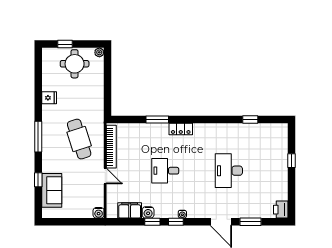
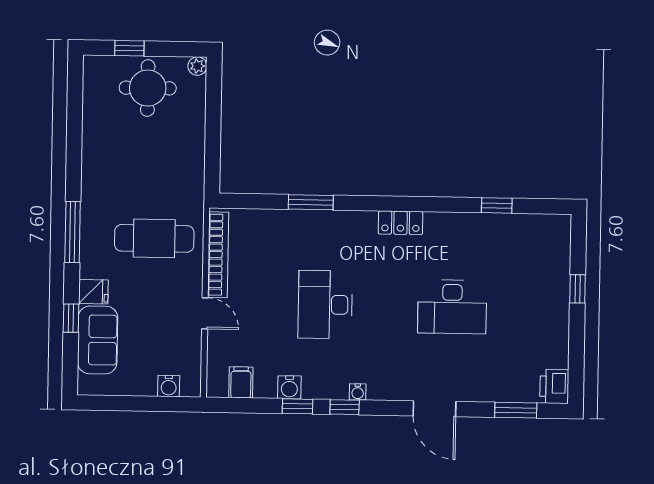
fridge: (49, 98) -> (93, 292), moved
locker: (181, 129) -> (401, 223), moved
cafe table: (79, 139) -> (154, 238), turned -72
desk: (165, 171) -> (325, 305), width x1.37
desk: (229, 171) -> (452, 307), turned -90
filing cabinet: (130, 210) -> (241, 382), width x0.50
water cooler: (99, 213) -> (169, 386), moved
window: (251, 222) -> (516, 410), moved

